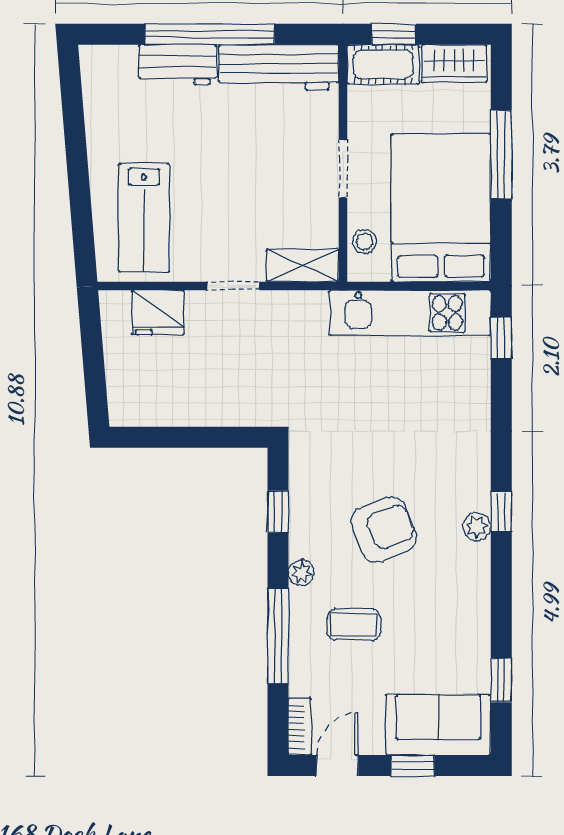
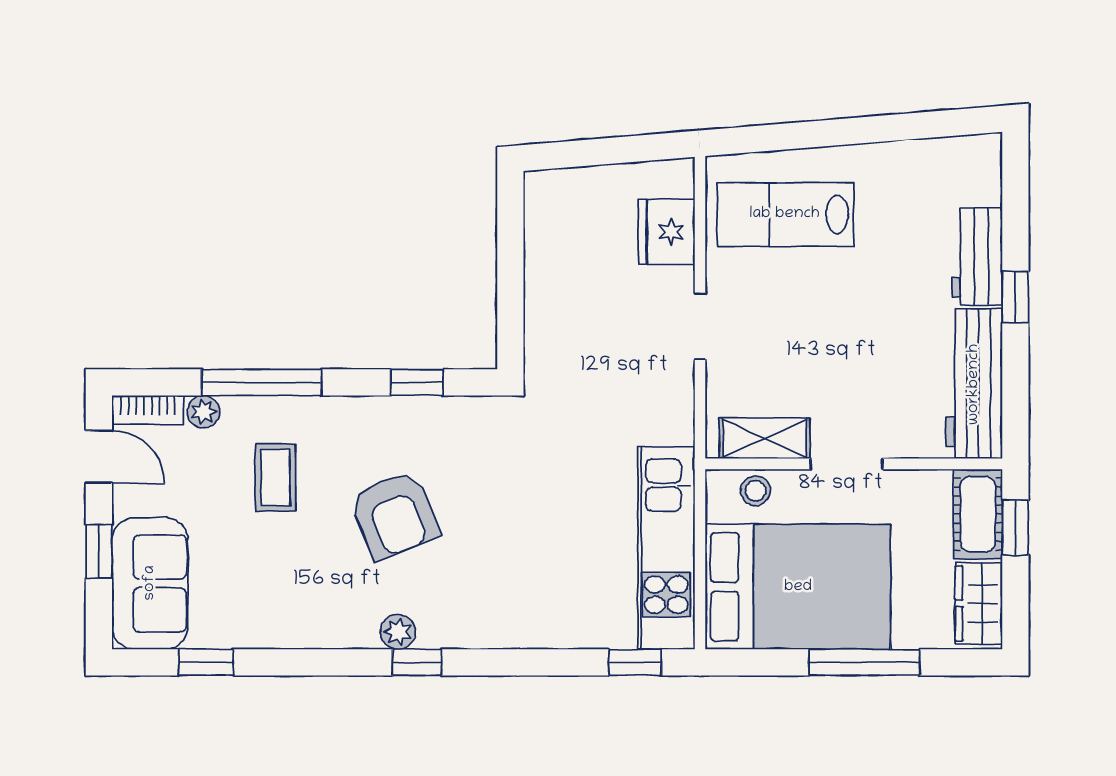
window: (210, 34) -> (1015, 297), width x0.32
shelving: (303, 265) -> (765, 438), moved, turned 90
plant: (301, 573) -> (203, 412), moved

